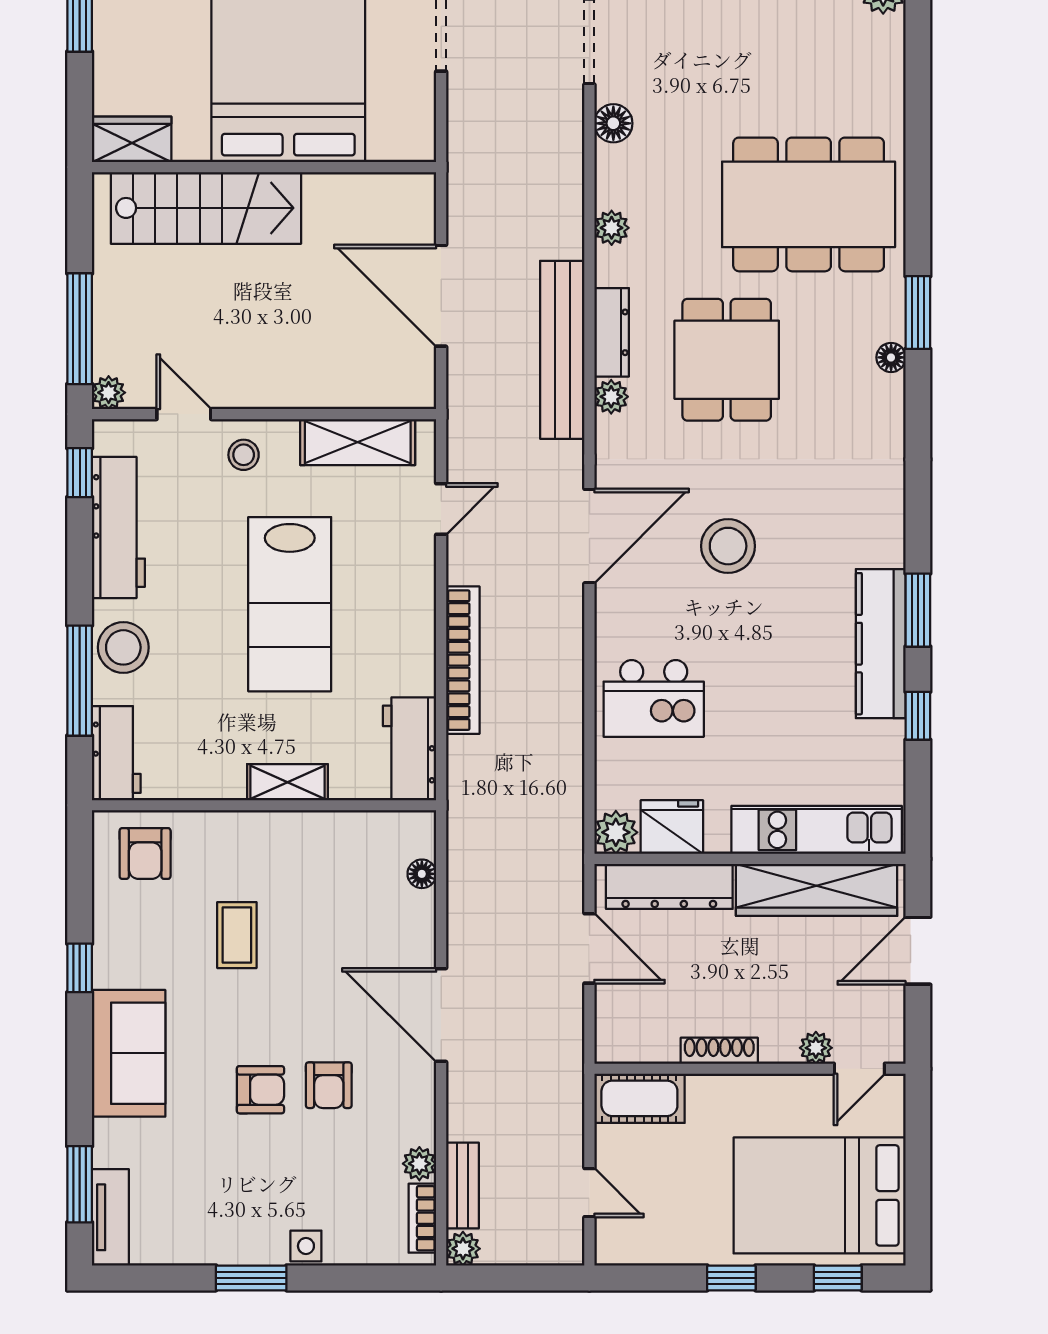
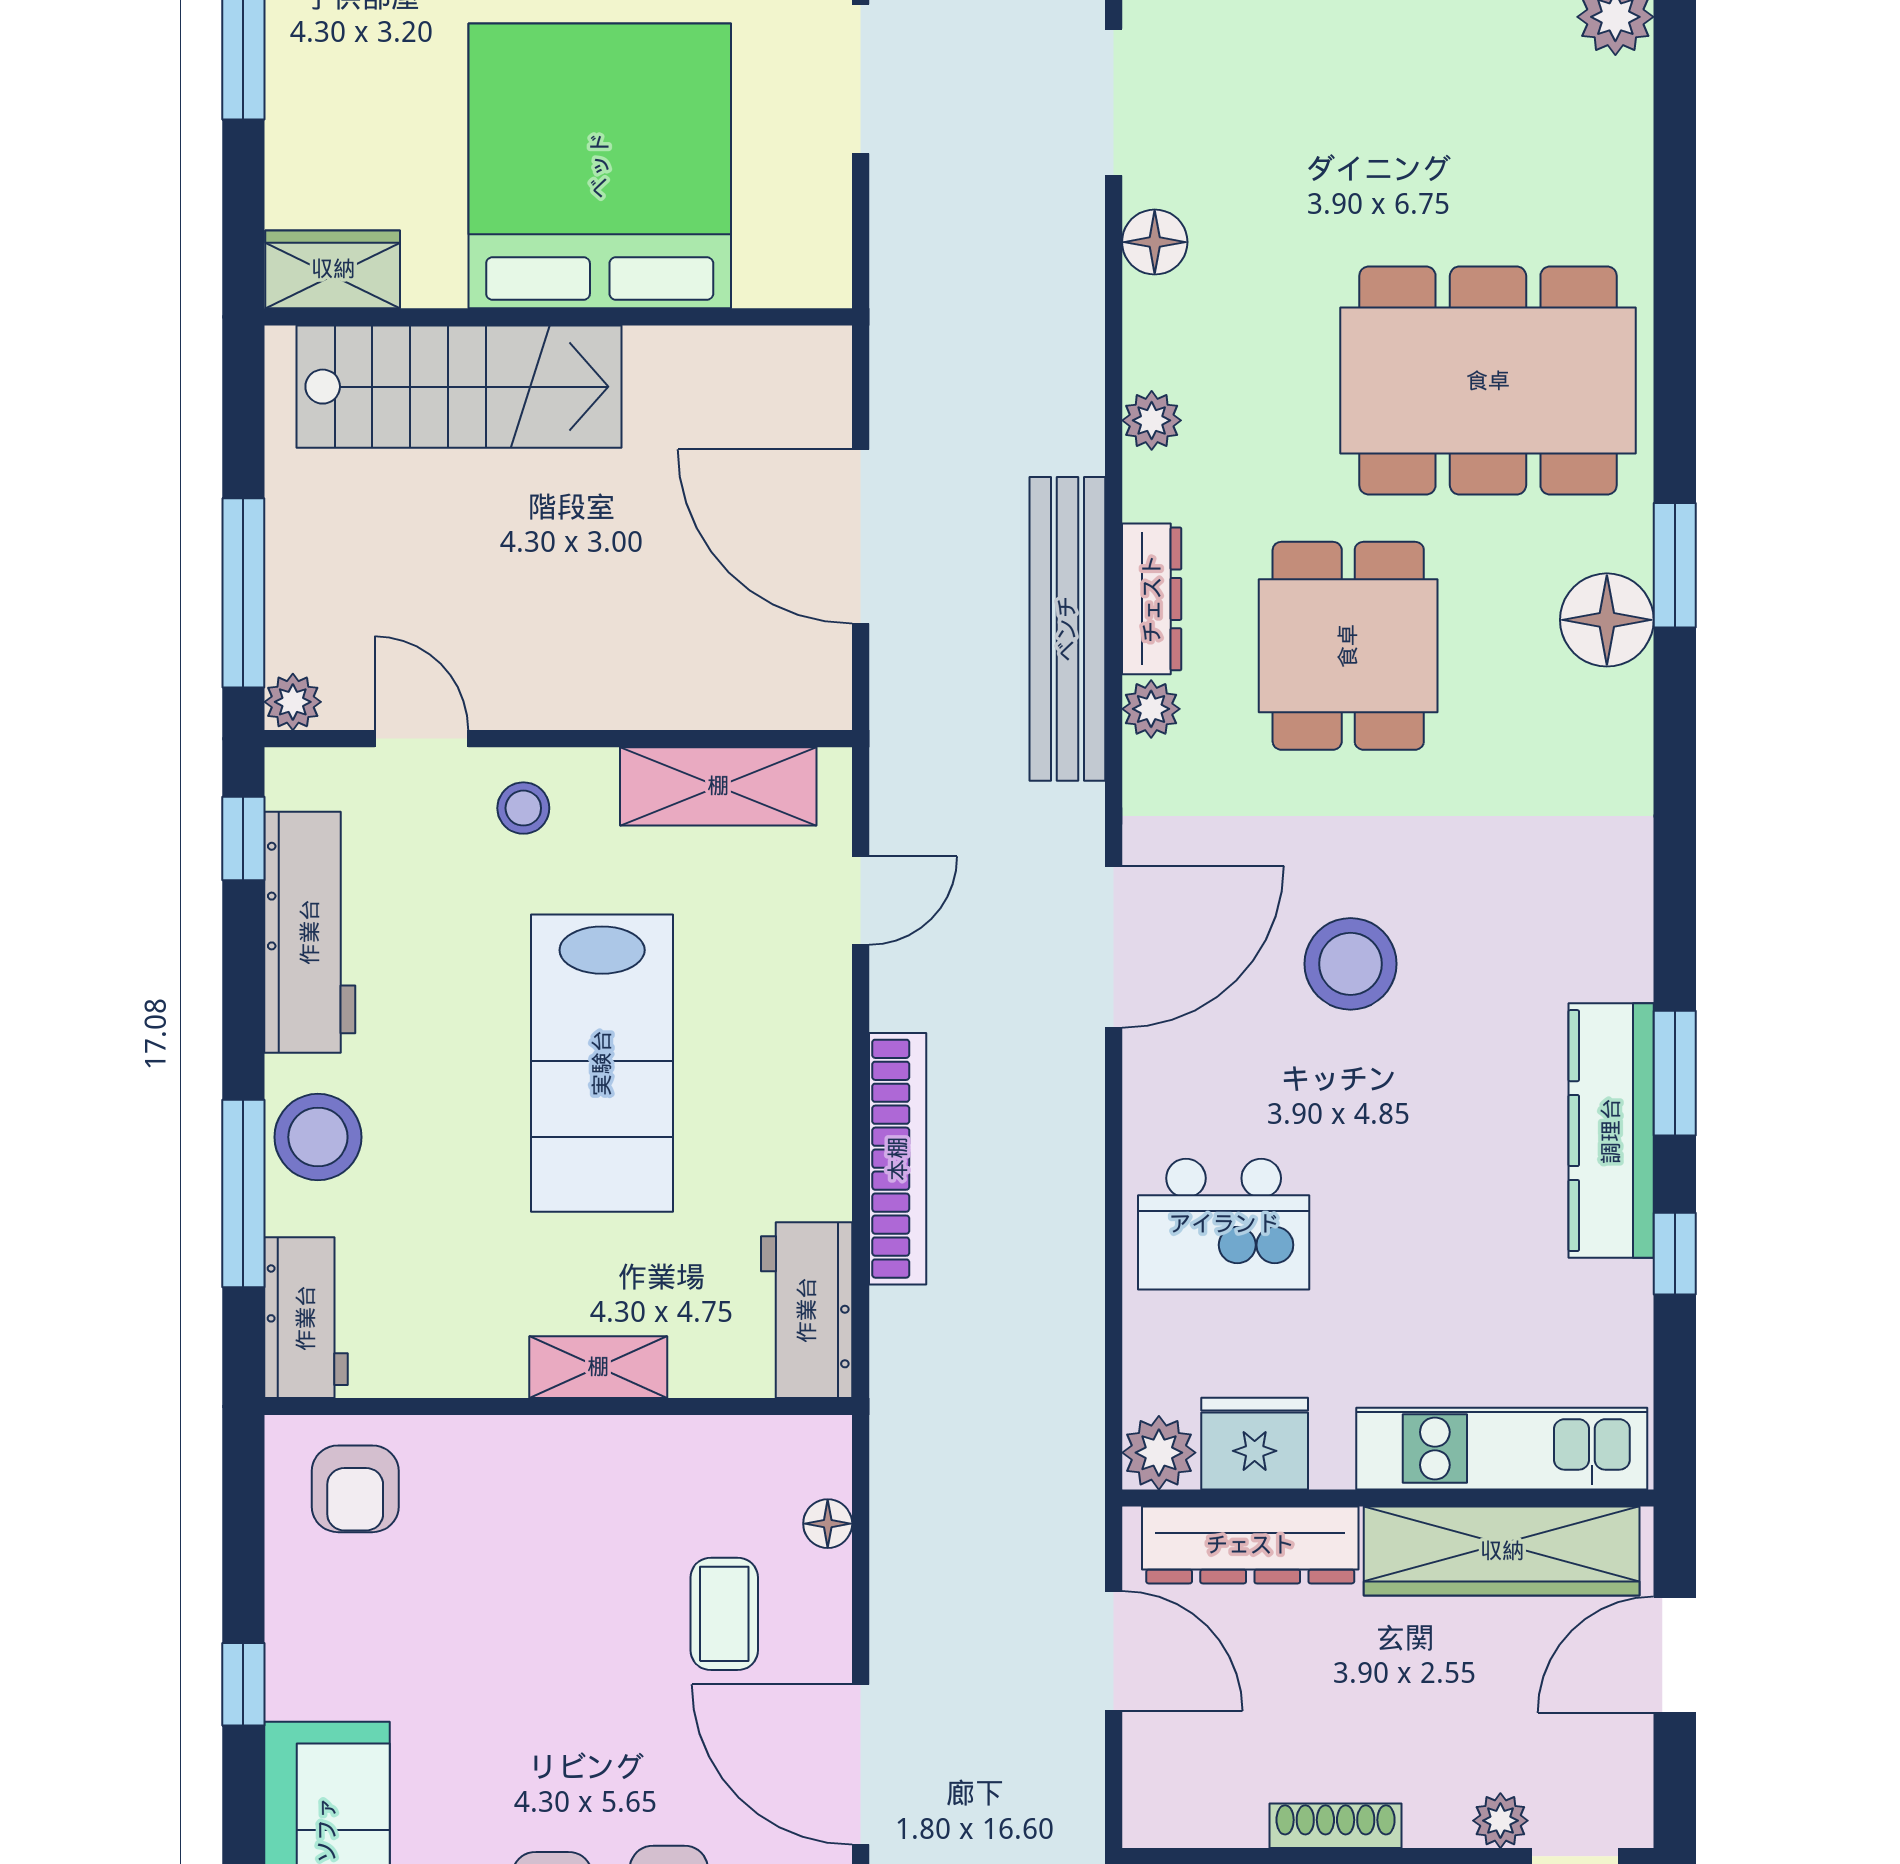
floor lamp: (891, 357) -> (1607, 620), width x1.89, depth x1.89
coffee table: (237, 935) -> (724, 1614), moved

